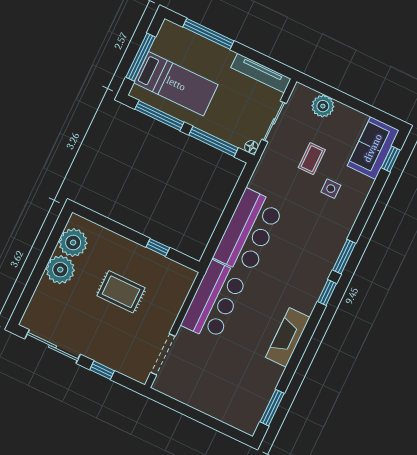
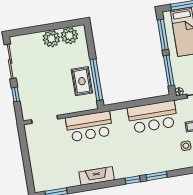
bar counter: (249, 232) -> (153, 117), moved
window: (158, 247) -> (96, 80), width x3.17
rug: (121, 292) -> (82, 81), moved

